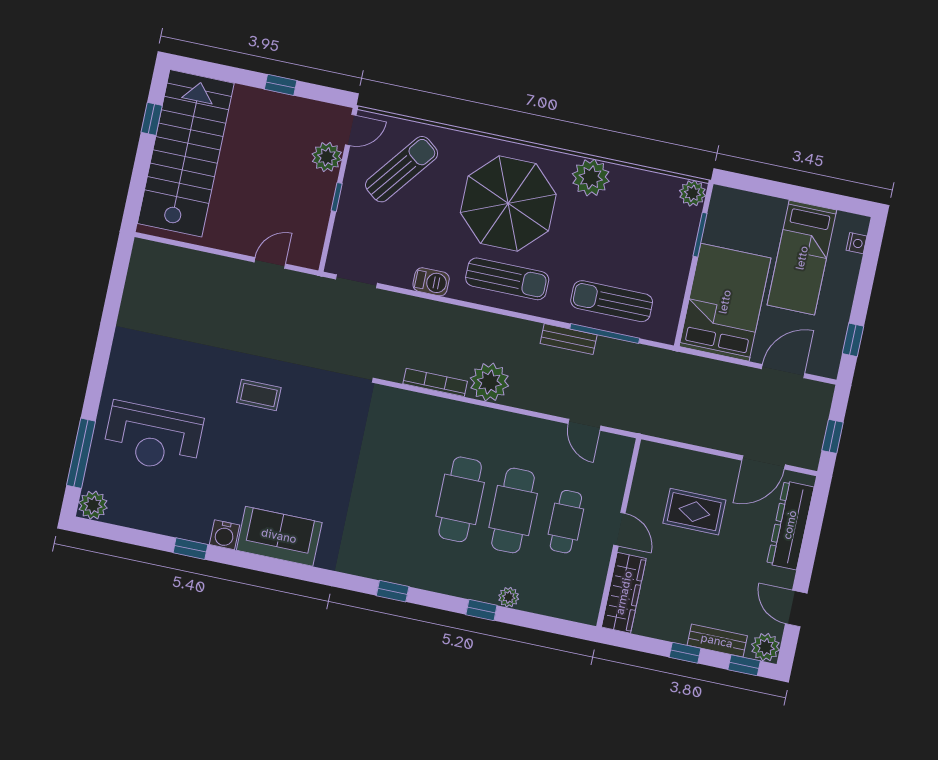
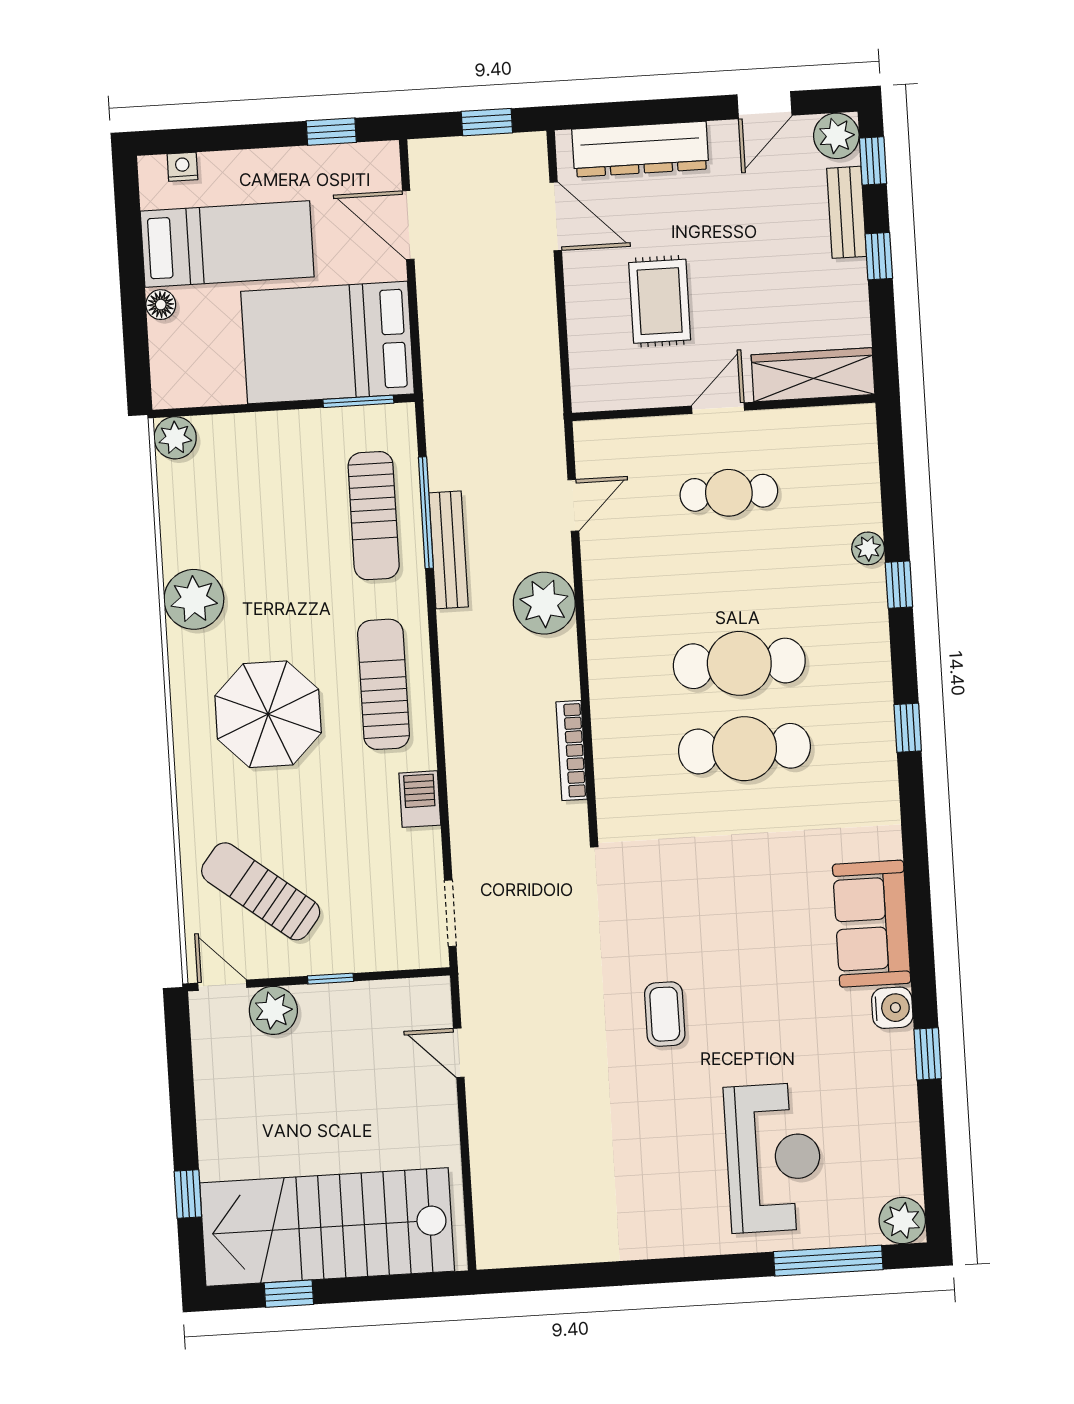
window: (281, 85) -> (188, 1194), moved
parasol: (508, 204) -> (268, 714), width x0.73, depth x0.73
floor lamp: (776, 207) -> (161, 305), added
window: (700, 235) -> (358, 401), moved
bench: (569, 339) -> (449, 550), width x1.36
plant: (489, 382) -> (544, 603), moved
cafe table: (513, 510) -> (745, 749), moved

